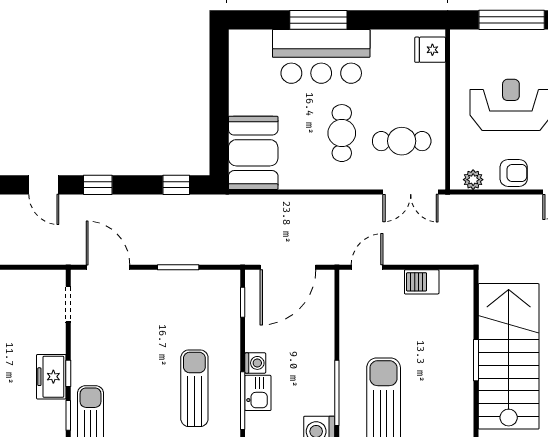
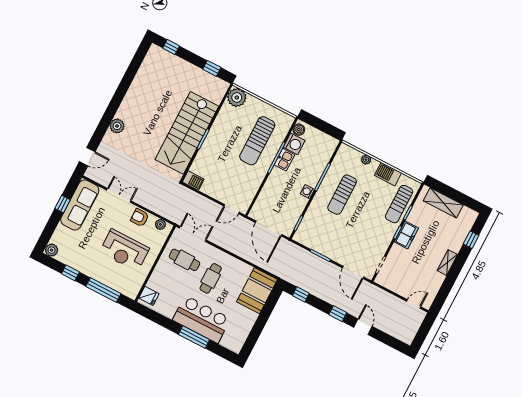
door: (288, 267) -> (269, 228), swing flipped
barbecue: (422, 282) -> (193, 181), moved
kitchen sink: (258, 393) -> (284, 160), moved, turned 180

